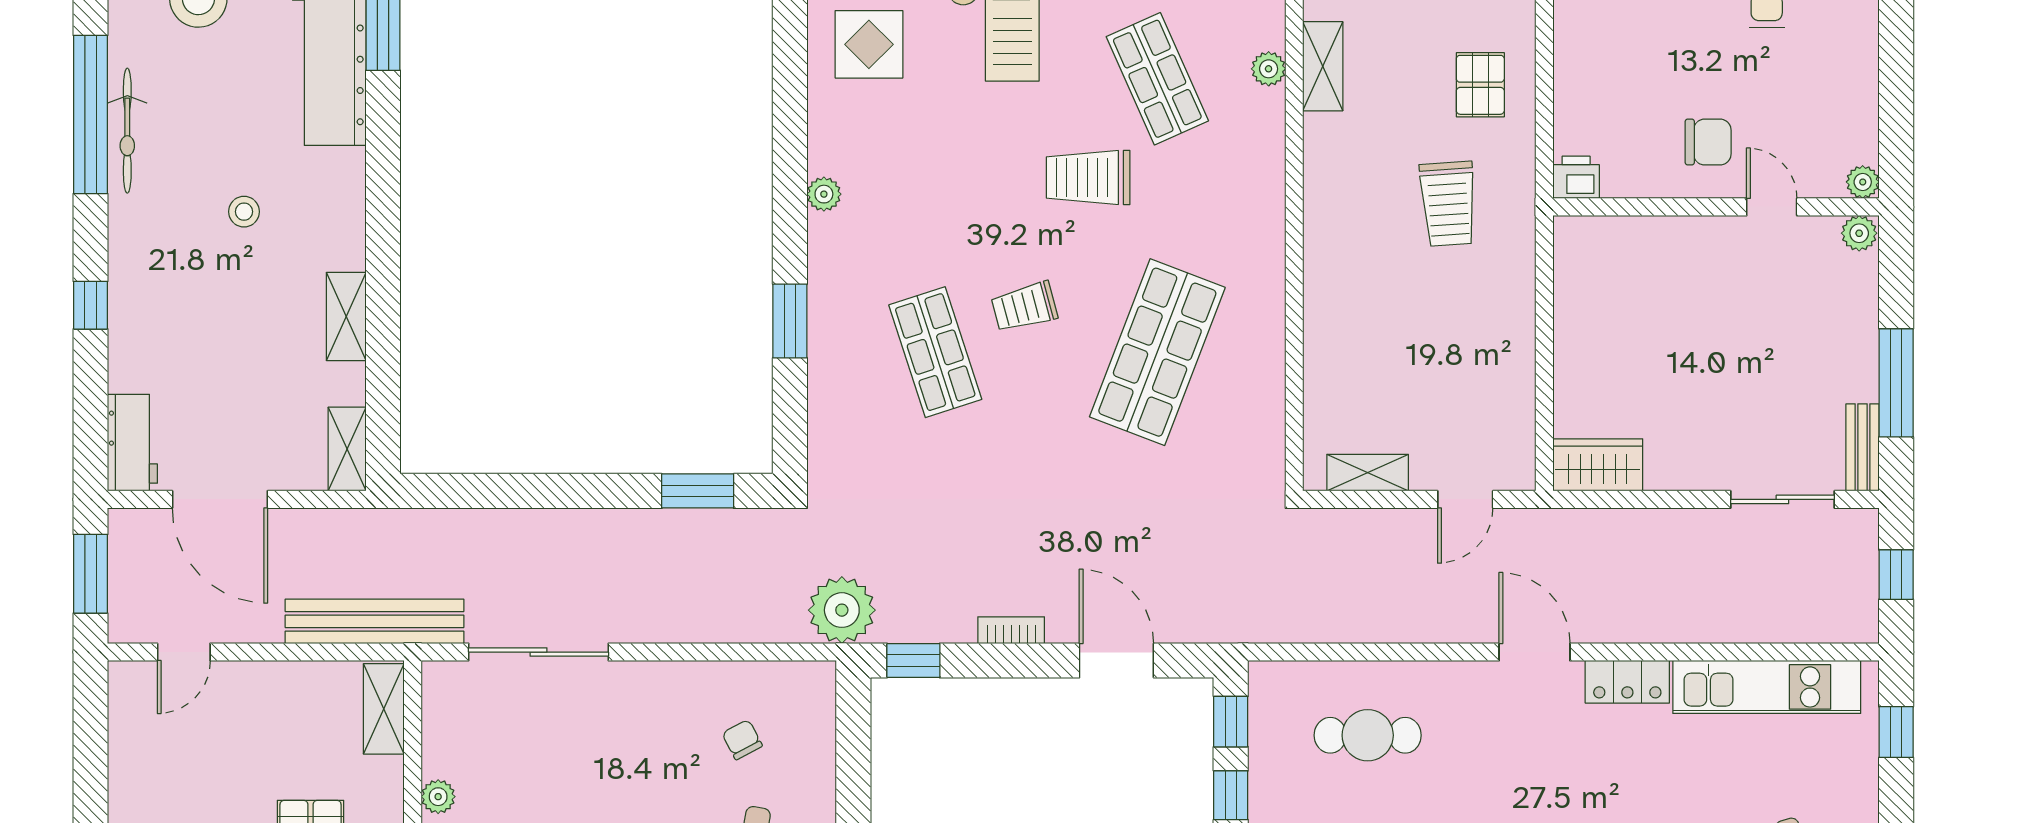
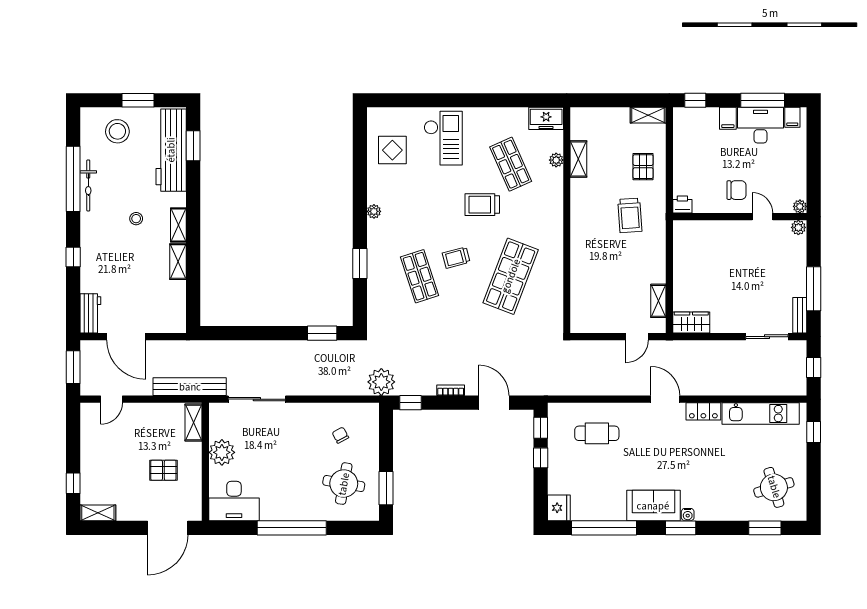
shelving: (347, 449) -> (178, 225), moved
shelving: (1368, 473) -> (658, 301), moved, turned 90
plant: (438, 797) -> (222, 452), width x1.87, depth x1.87

